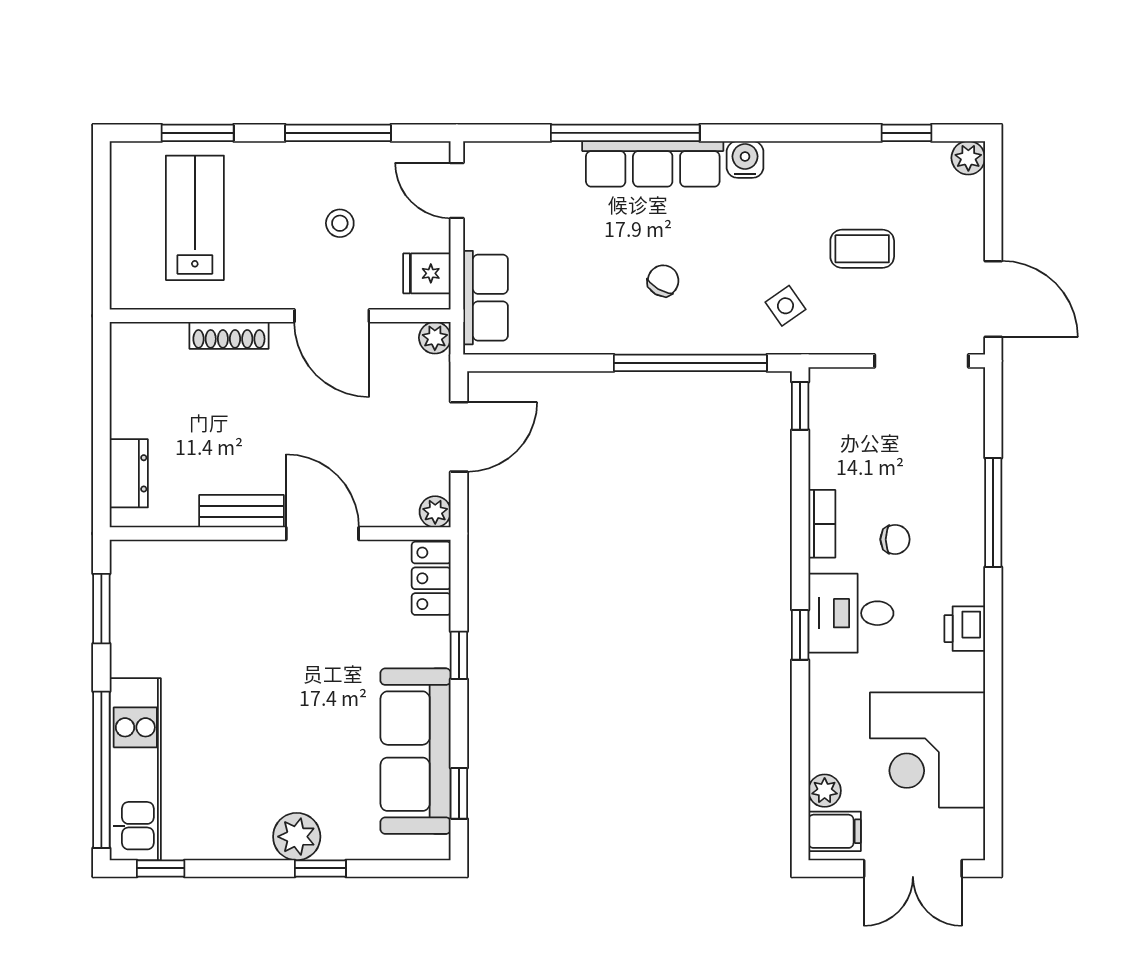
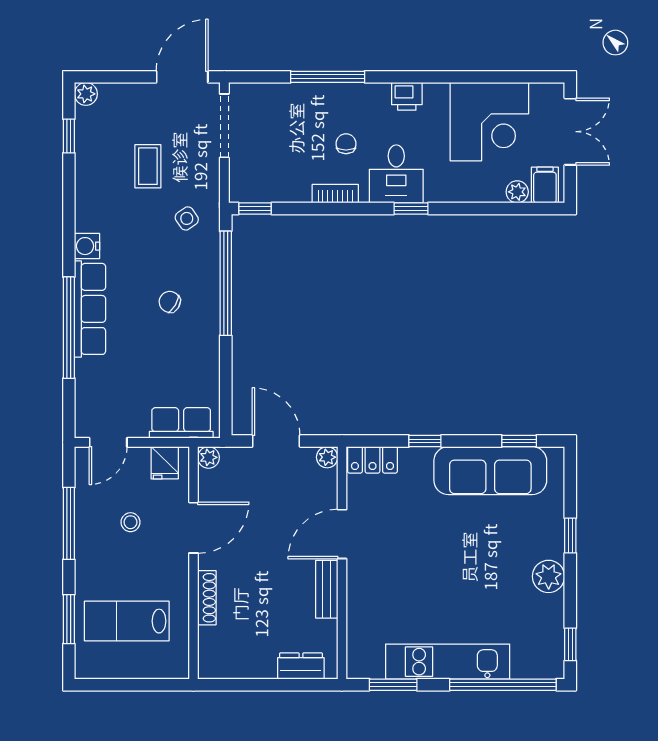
kitchen unit: (135, 769) -> (448, 662), moved
plant: (297, 837) -> (549, 576), moved

